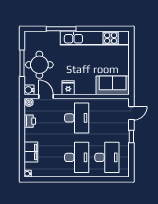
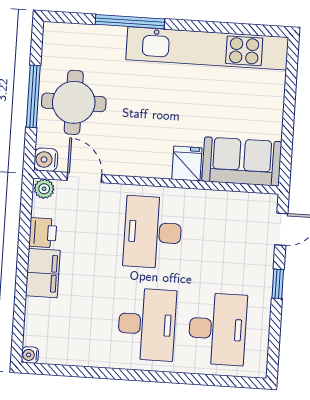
fridge: (68, 88) -> (187, 164), moved
desk: (77, 118) -> (153, 232), turned 180
filing cabinet: (31, 152) -> (43, 273), moved

